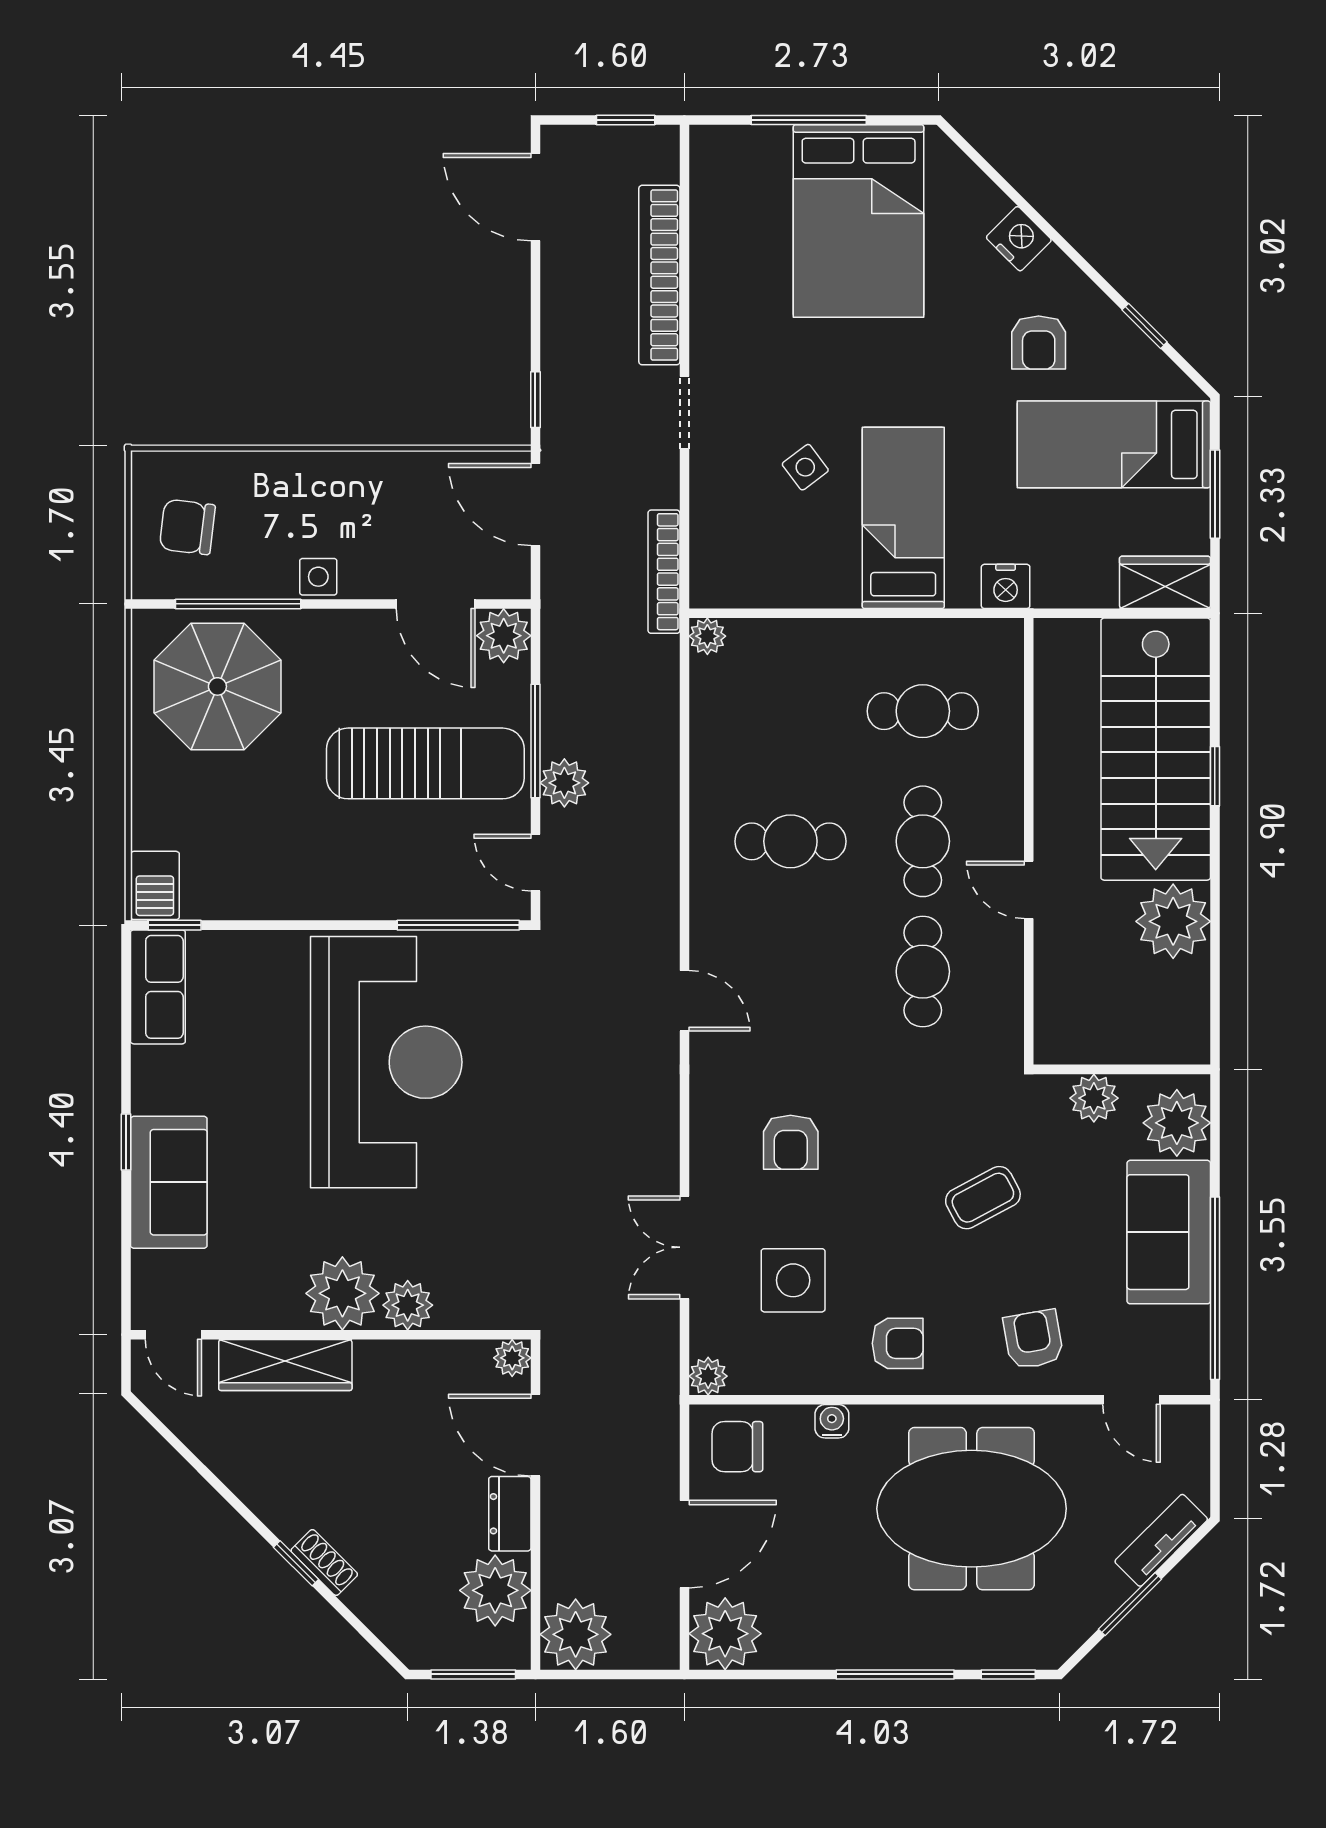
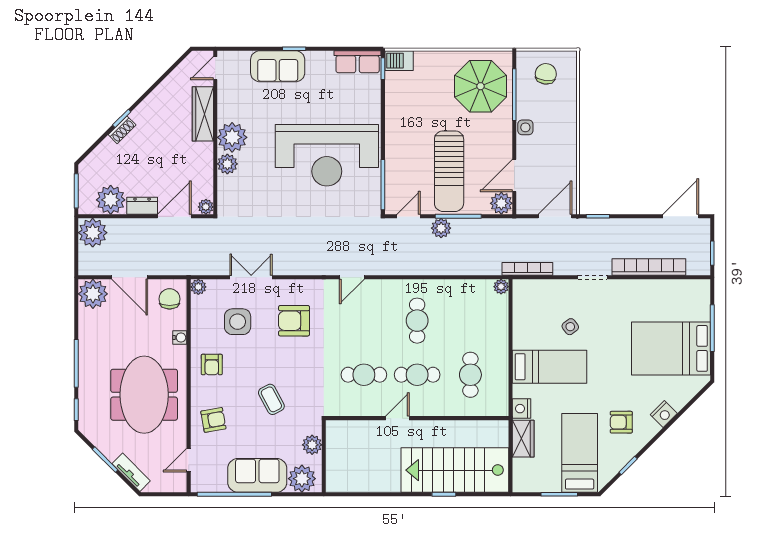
wardrobe: (1165, 582) -> (523, 439), moved
plant: (1173, 921) -> (384, 477), removed
armchair: (791, 1142) -> (294, 321), width x1.38, depth x1.38

